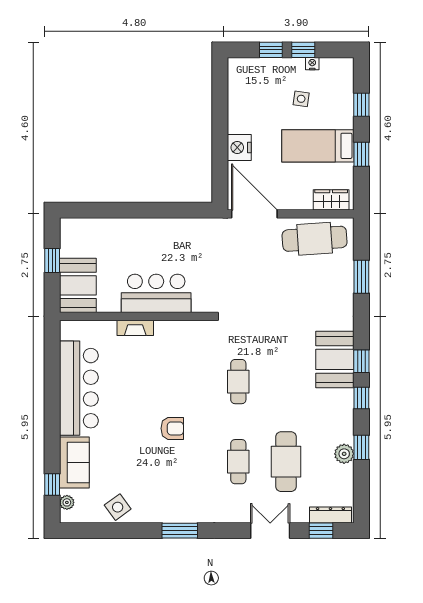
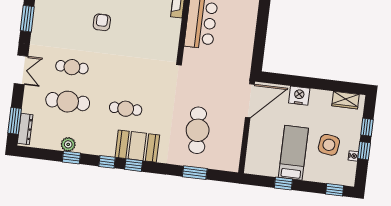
side table: (301, 99) -> (329, 145), width x1.87, depth x1.87
window: (361, 105) -> (335, 190), moved
wardrobe: (331, 200) -> (346, 100), moved, turned 90
cafe table: (315, 239) -> (198, 130), moved
cafe table: (238, 382) -> (126, 109), moved
armchair: (172, 428) -> (102, 22), turned 180
double door: (270, 531) -> (21, 70), moved
window: (321, 531) -> (15, 121), width x1.50

